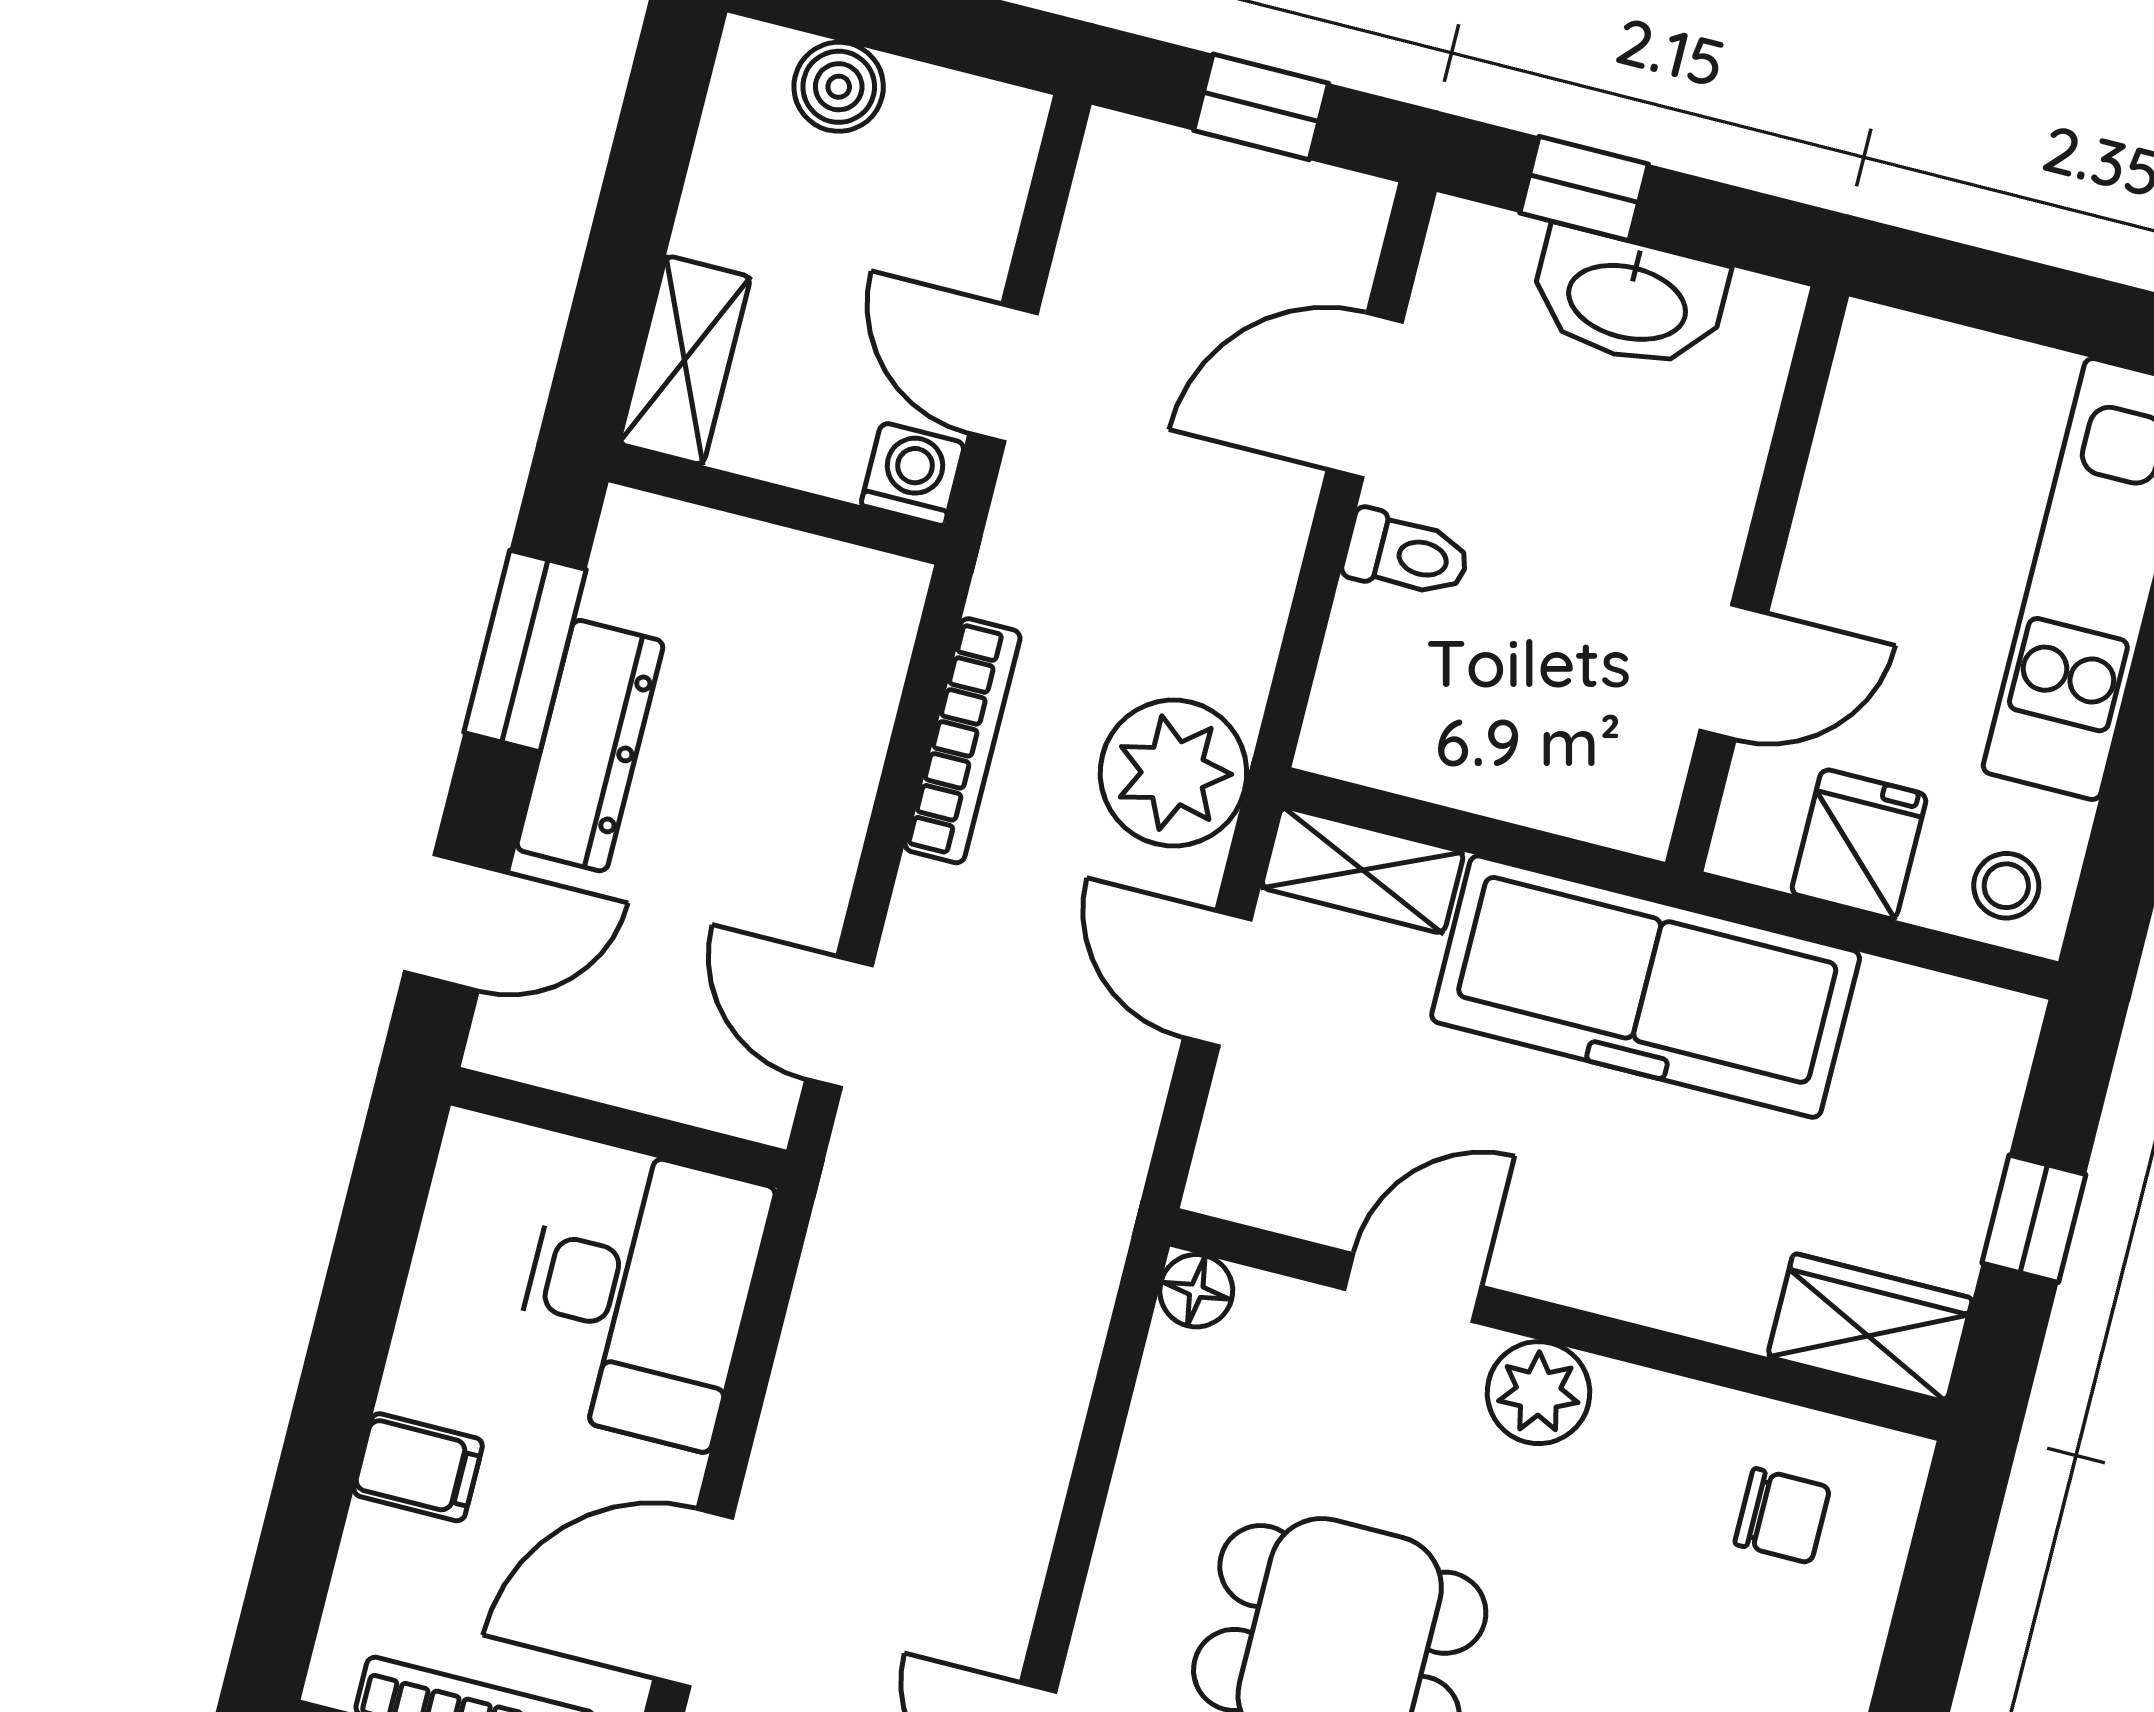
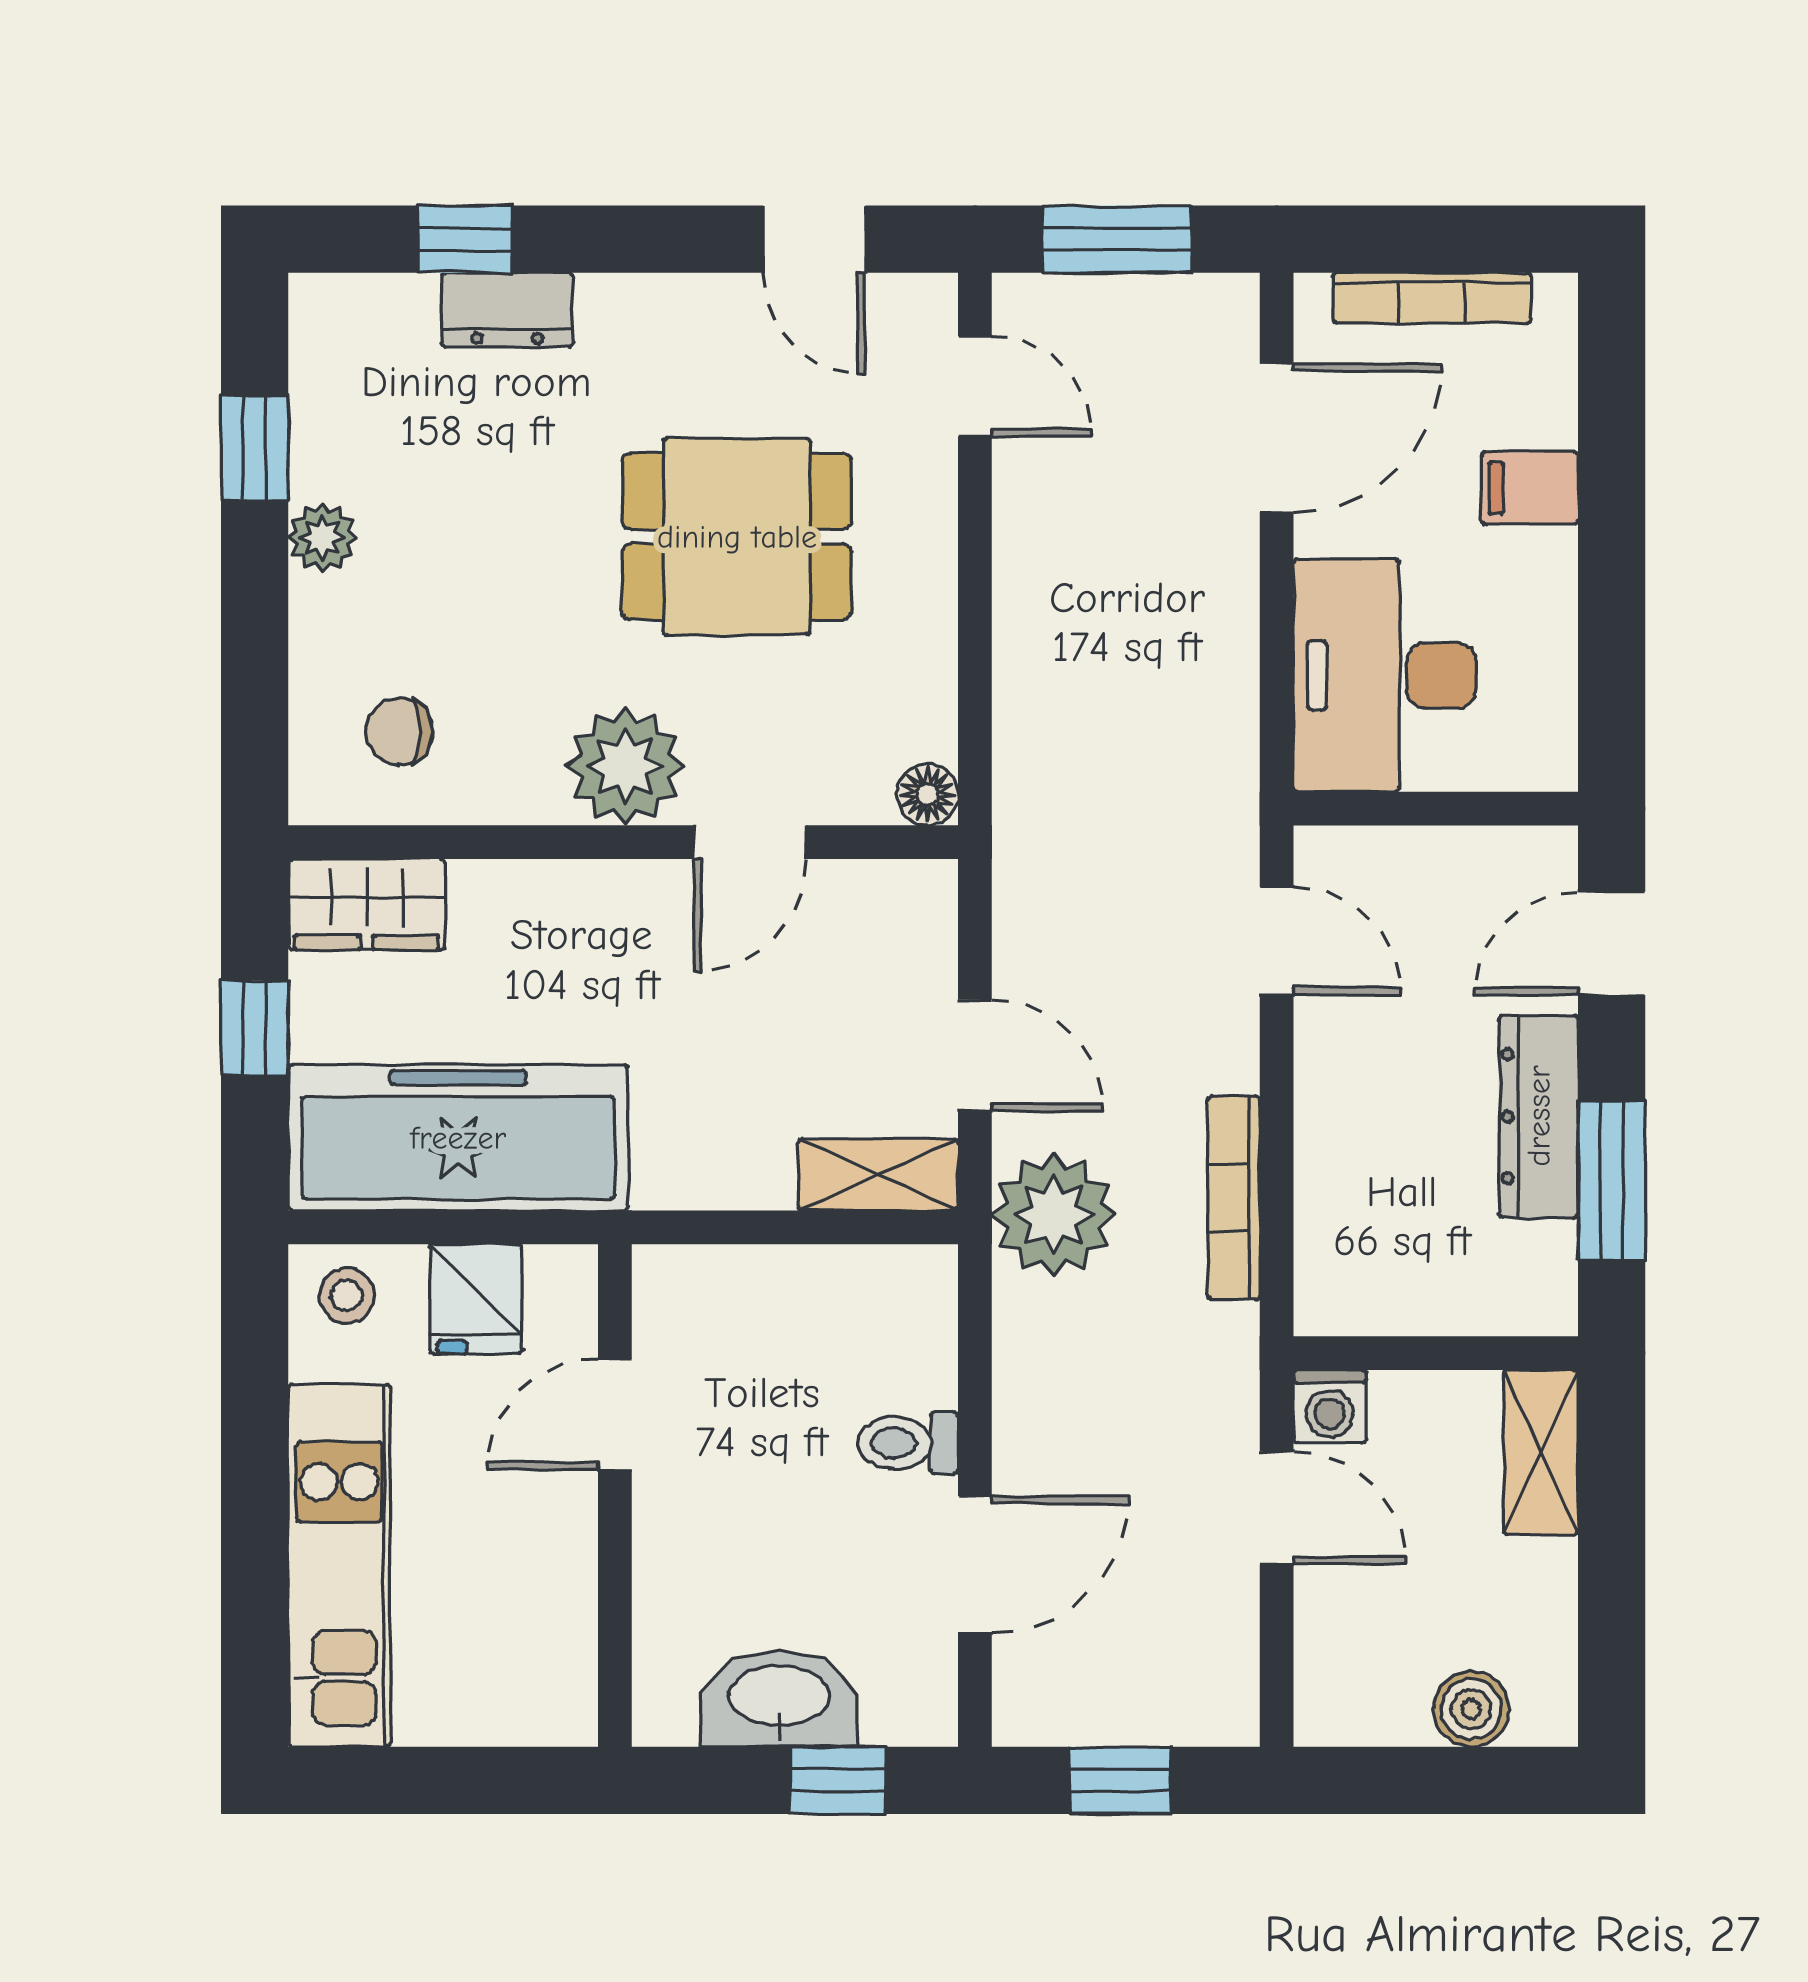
freezer: (1646, 987) -> (458, 1138), moved
plant: (1539, 1393) -> (625, 766), width x1.36, depth x1.36

